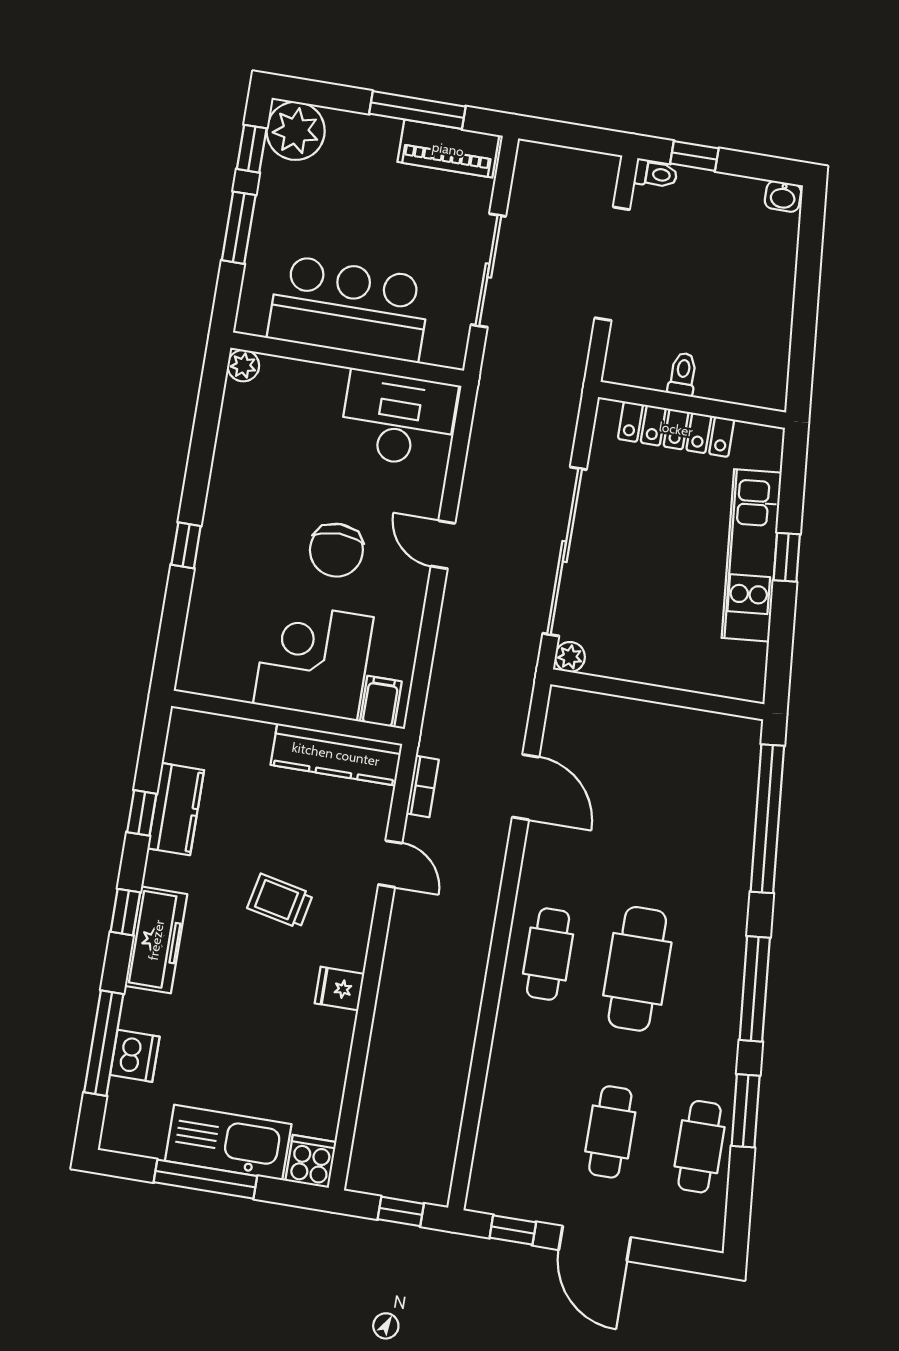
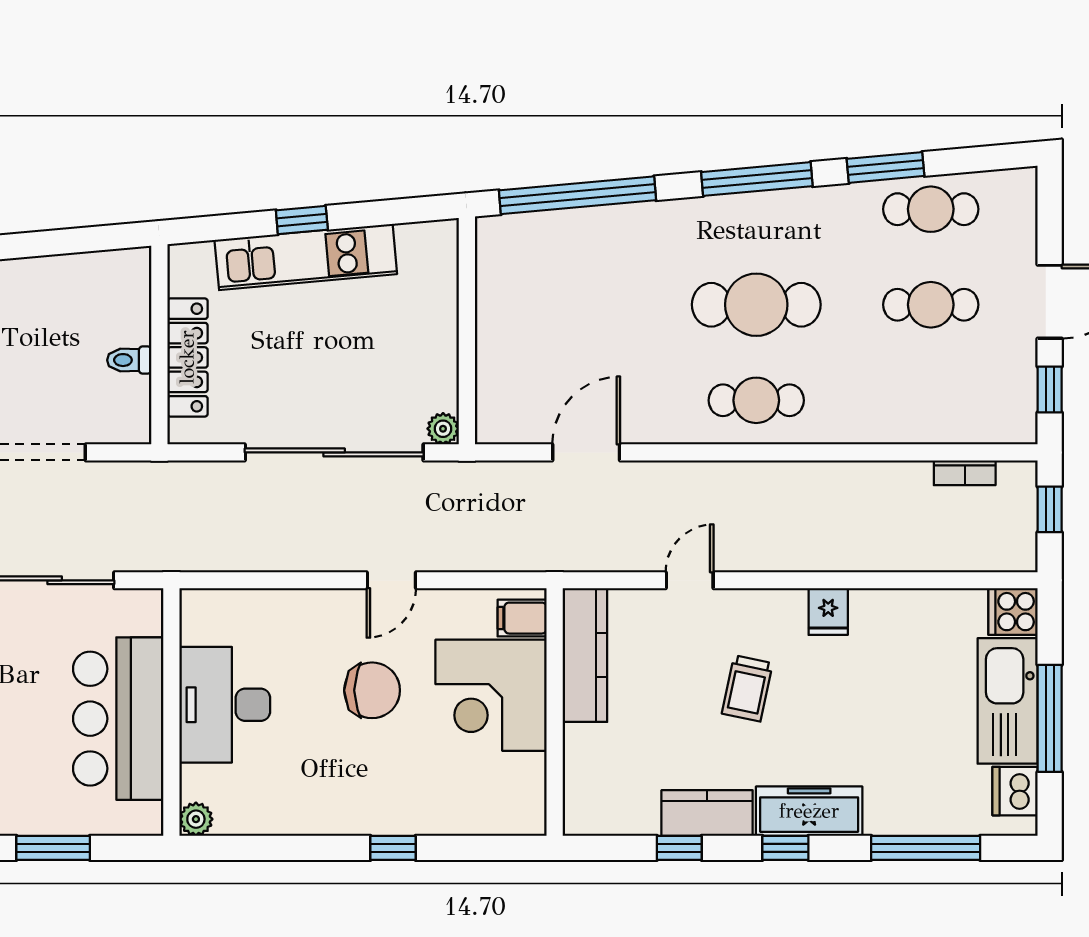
desk: (398, 419) -> (225, 705), moved
door: (443, 545) -> (391, 580), moved
bookcase: (423, 787) -> (965, 473), moved, turned 180
kitchen counter: (176, 809) -> (707, 813), moved
dishwasher: (135, 1056) -> (1015, 791), moved, turned -90

